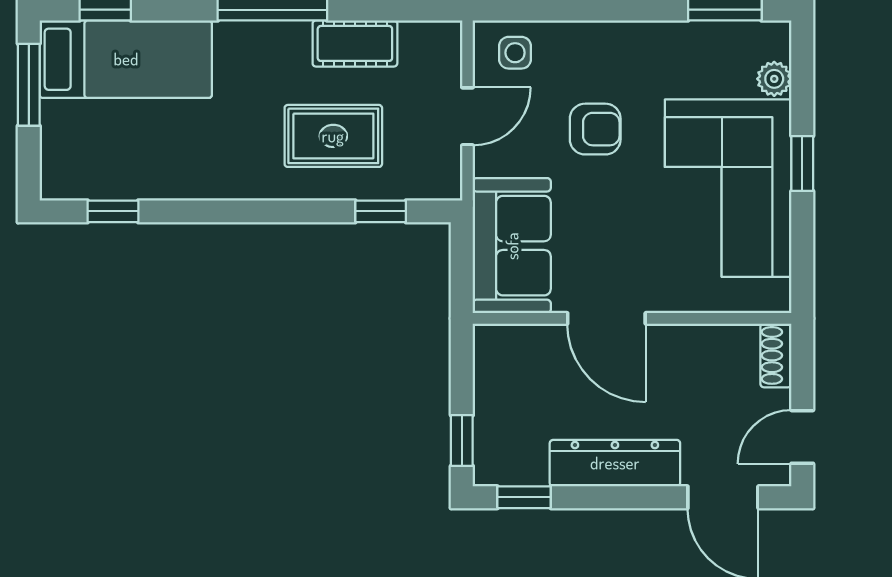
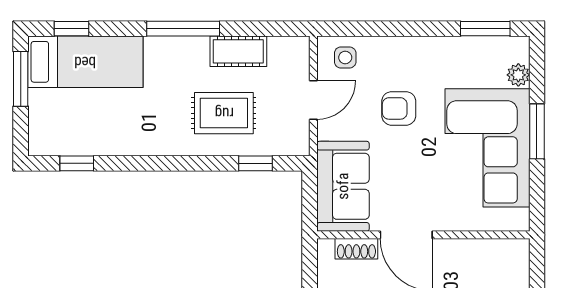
armchair: (595, 129) -> (399, 108), turned 180
window: (802, 164) -> (537, 131), width x1.50
shoe rack: (776, 355) -> (356, 249), moved, turned -90

